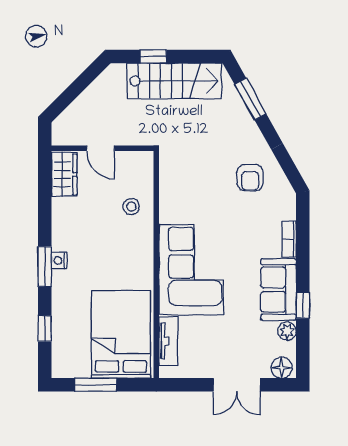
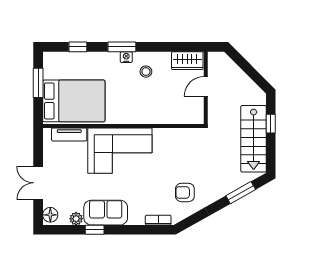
stool: (131, 207) -> (146, 72), moved
bookcase: (289, 239) -> (158, 220), moved

